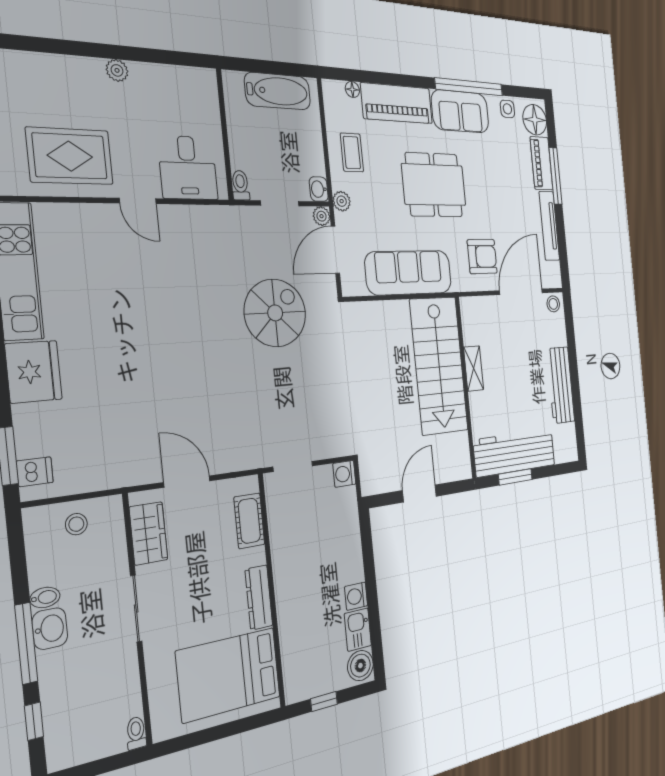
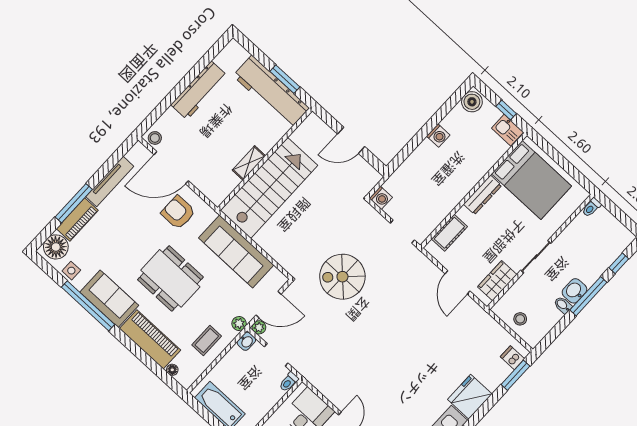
spiral stairs: (275, 313) -> (342, 277), moved
kitchen sink: (358, 630) -> (507, 130), moved, turned 90

